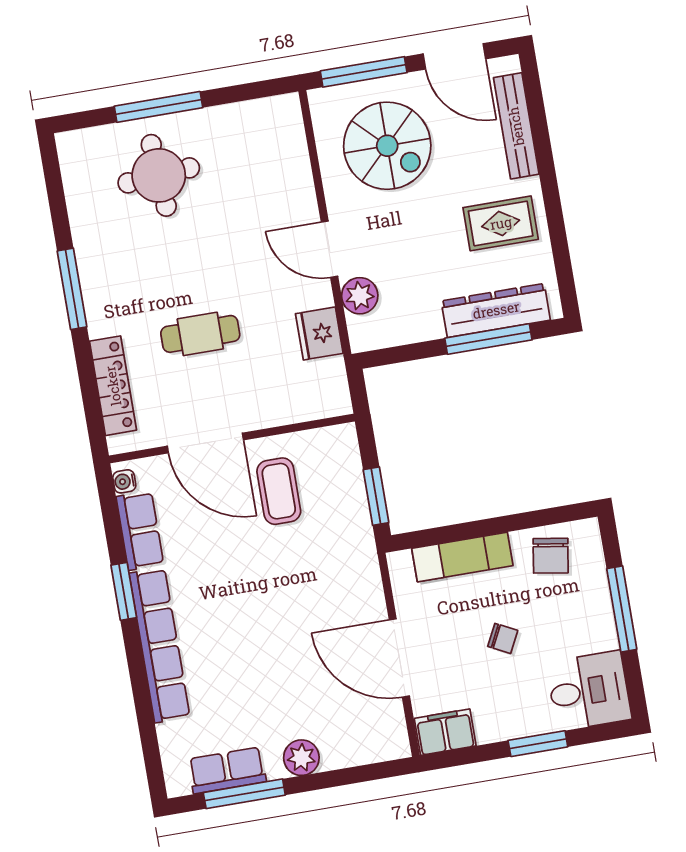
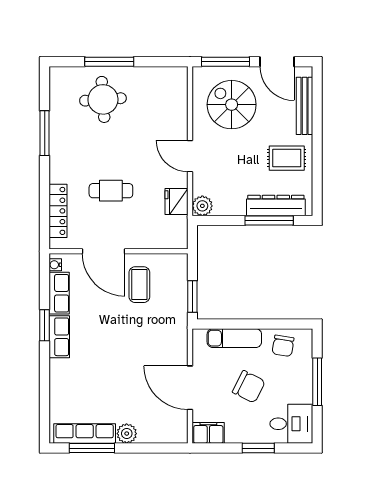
spiral stairs: (387, 146) -> (232, 105), turned 180
window: (72, 289) -> (45, 133), moved
plant: (360, 296) -> (202, 206), moved
chair: (503, 638) -> (249, 387), width x1.87, depth x1.87
row of seats: (160, 645) -> (59, 337), width x0.50
row of seats: (227, 770) -> (85, 434), width x1.48

